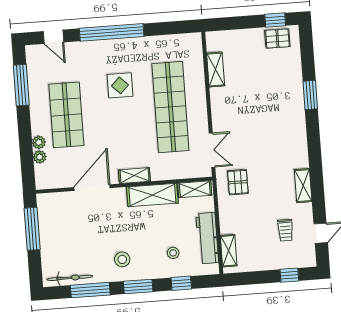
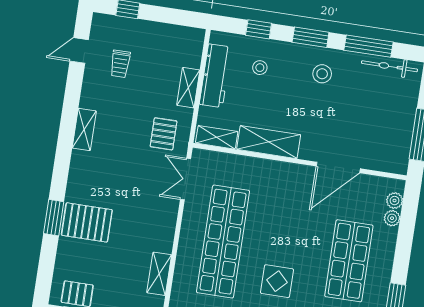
pallet: (283, 97) -> (87, 222), added
plant: (39, 142) -> (395, 201), moved
shelving: (134, 176) -> (285, 170), removed
shelving: (303, 186) -> (84, 129), moved
trolley: (285, 230) -> (120, 64), turned 180
shelving: (229, 251) -> (188, 88), moved

